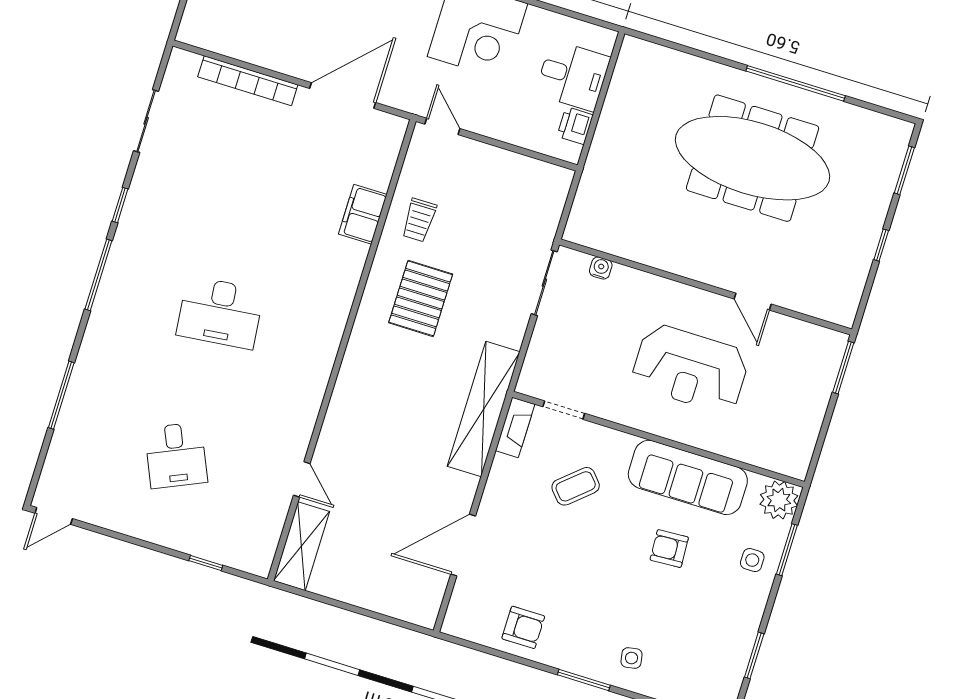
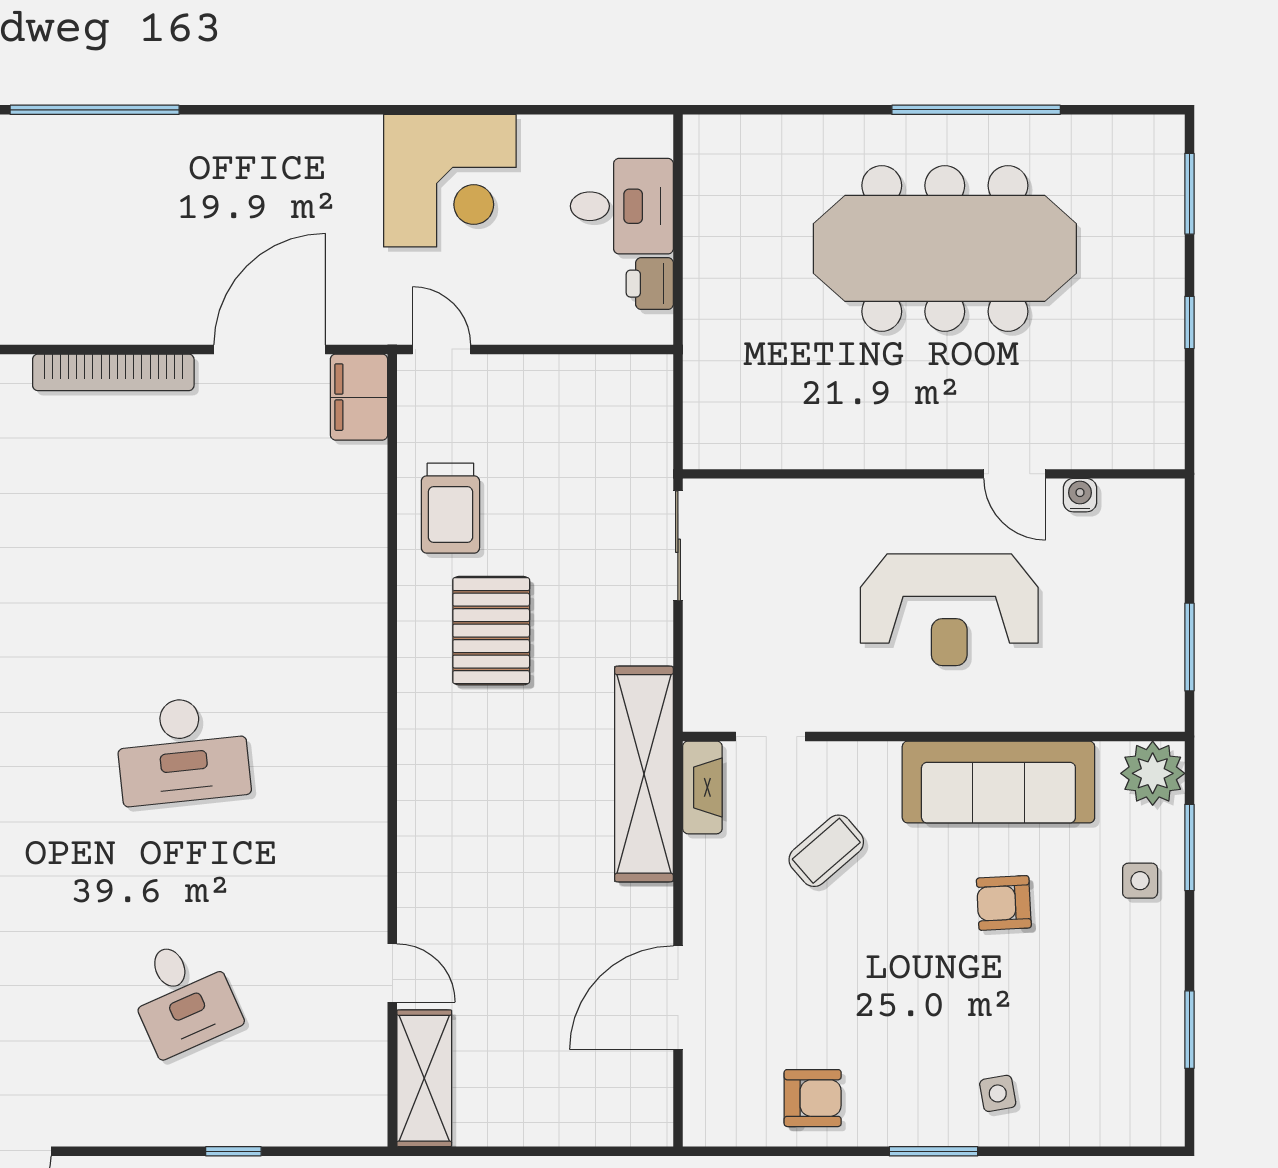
filing cabinet: (363, 214) -> (359, 397), moved
trolley: (419, 220) -> (450, 508), width x1.36, depth x1.39
water cooler: (601, 268) -> (1080, 495), moved
window: (843, 368) -> (1189, 647), moved
window: (206, 563) -> (233, 1151), moved

